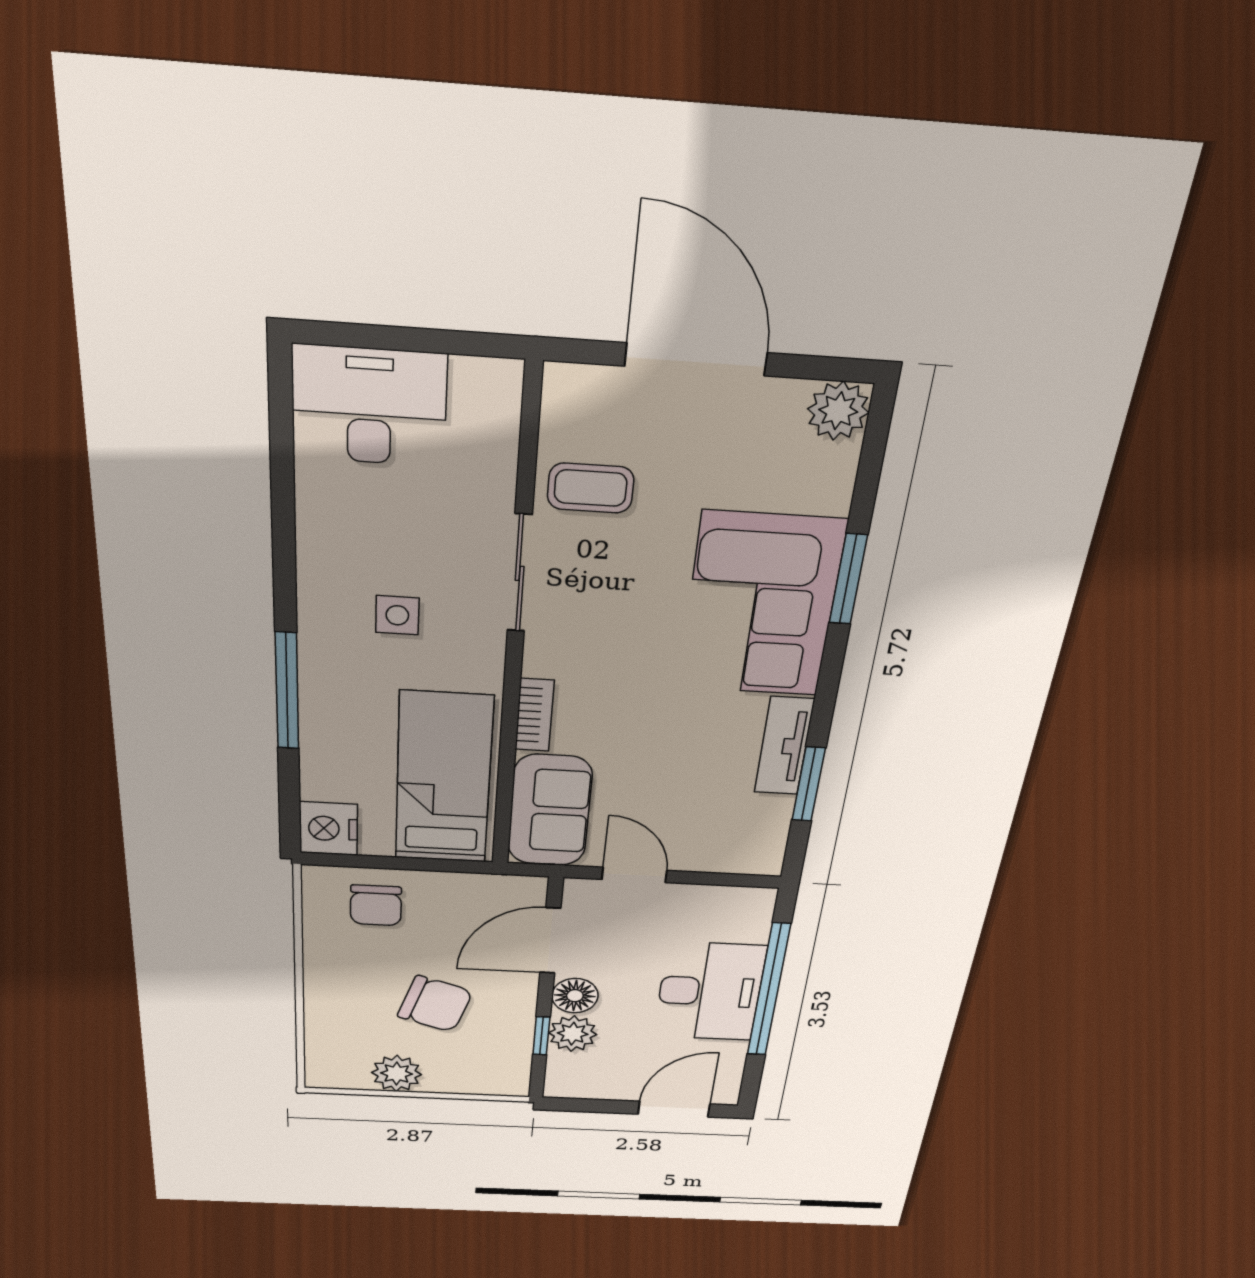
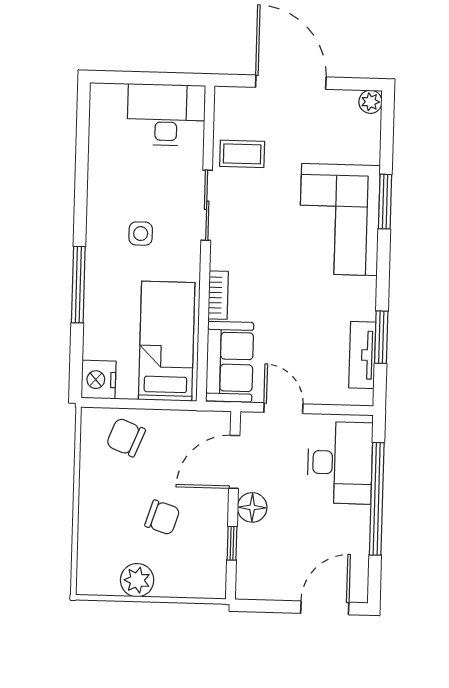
desk: (369, 406) -> (166, 115), moved
plant: (838, 411) -> (370, 102), width x0.73, depth x0.73
tv unit: (784, 746) -> (362, 355), moved
chair: (376, 905) -> (126, 437), turned 112
desk: (710, 992) -> (340, 463), moved
chair: (435, 1004) -> (162, 517), width x0.73, depth x0.73
plant: (573, 1034) -> (252, 541), removed

